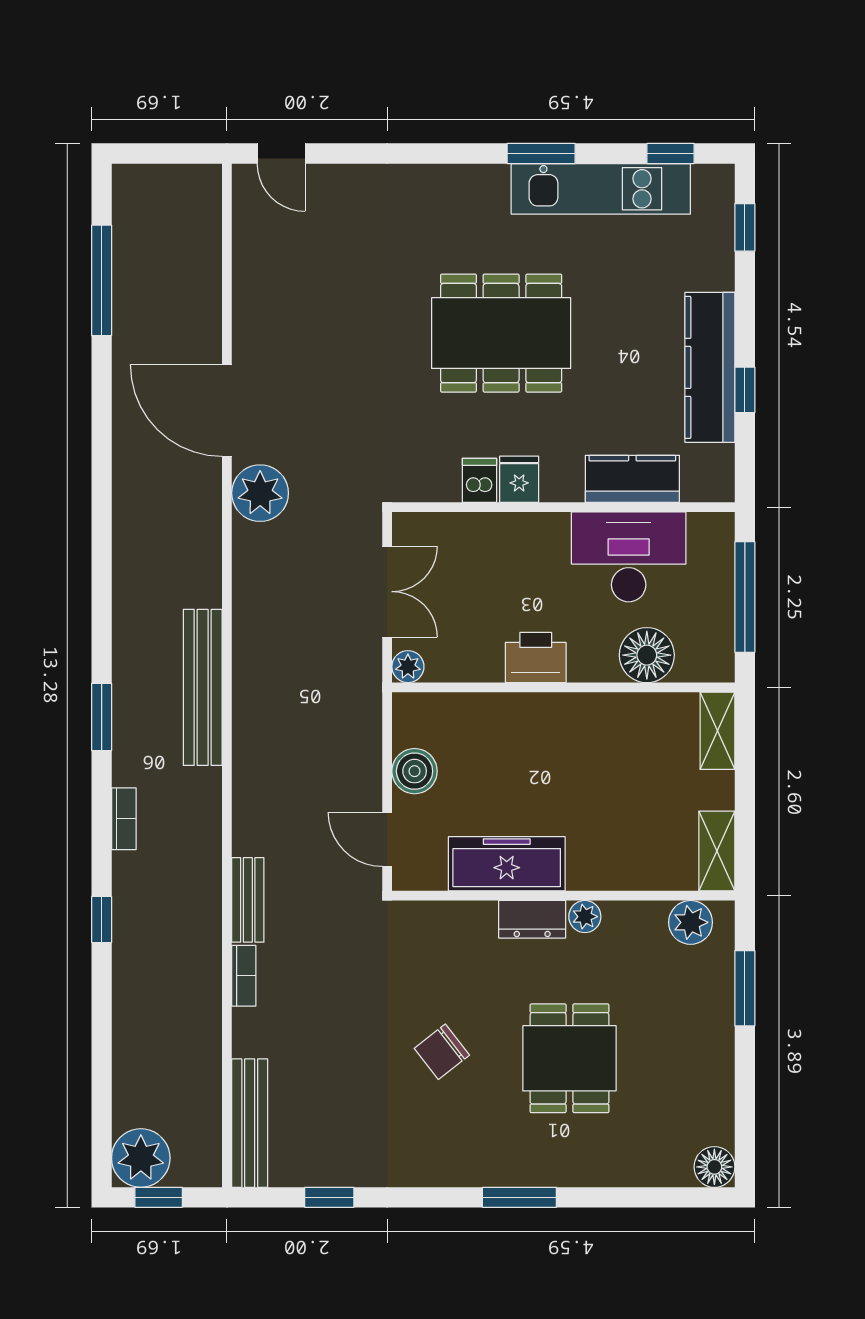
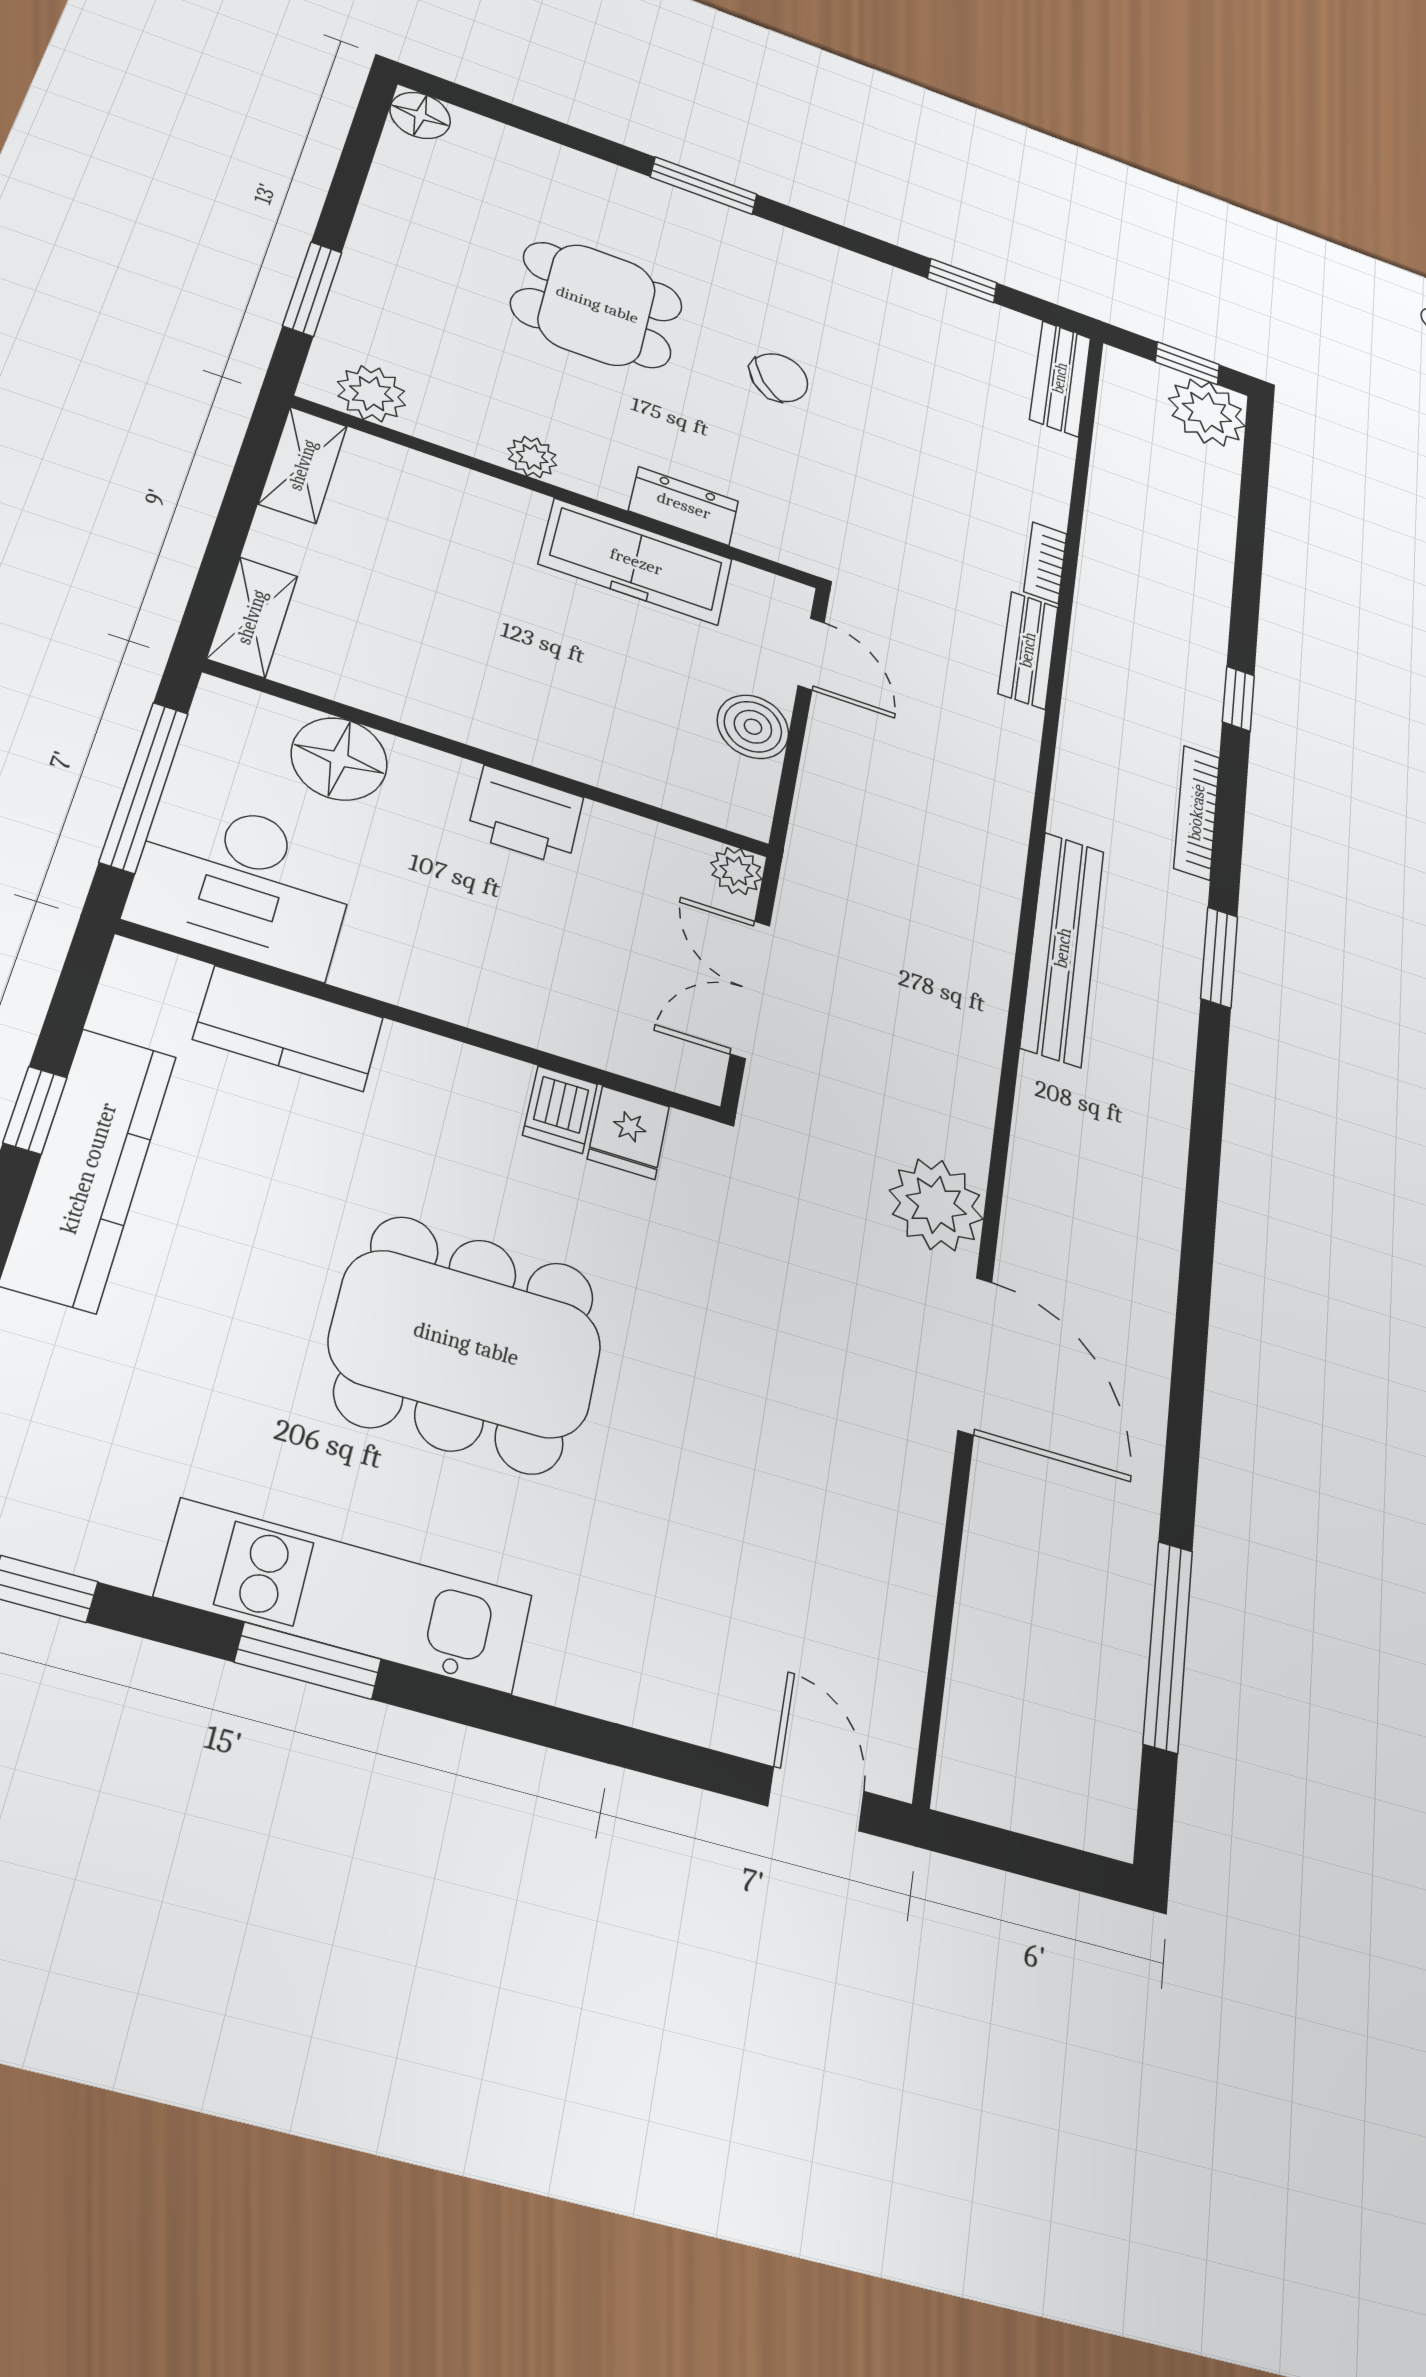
kitchen unit: (601, 189) -> (346, 1596), moved
fridge: (519, 479) -> (629, 1133), moved
desk: (629, 557) -> (244, 883), moved
bookcase: (124, 819) -> (1197, 812), width x1.56
dresser: (532, 919) -> (684, 506), moved
dining table: (569, 1058) -> (597, 305), turned 90
bench: (250, 1123) -> (1060, 378), width x0.73

